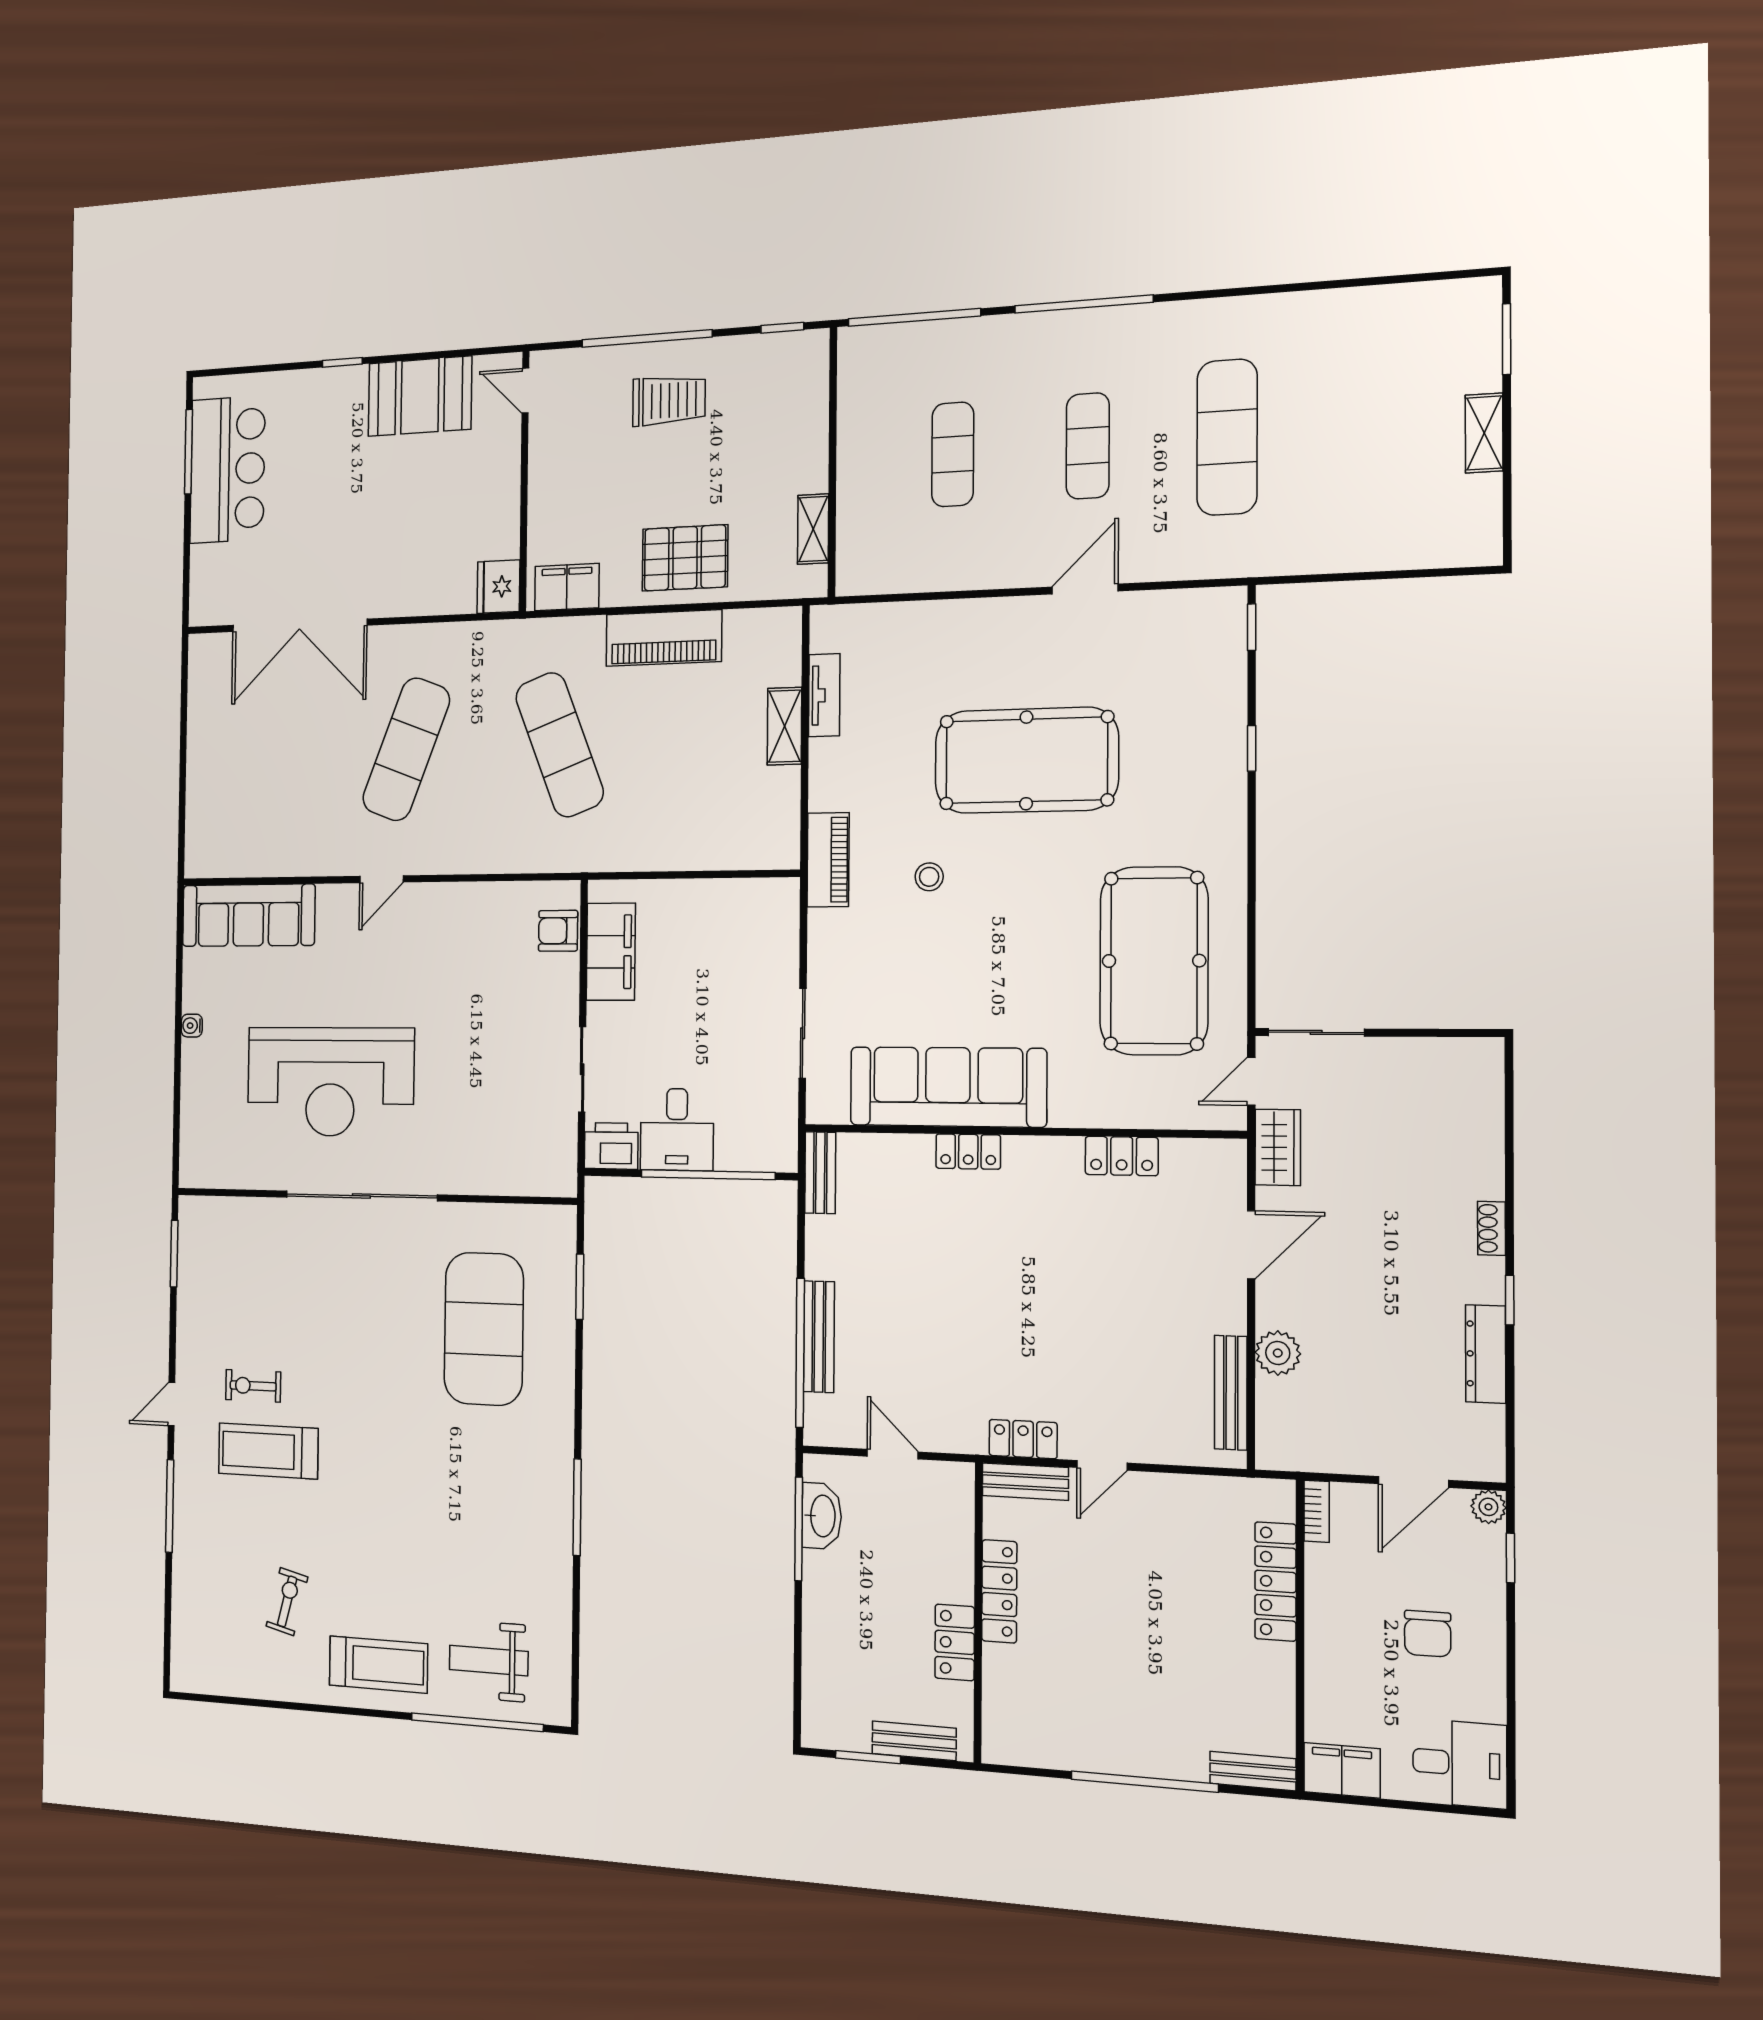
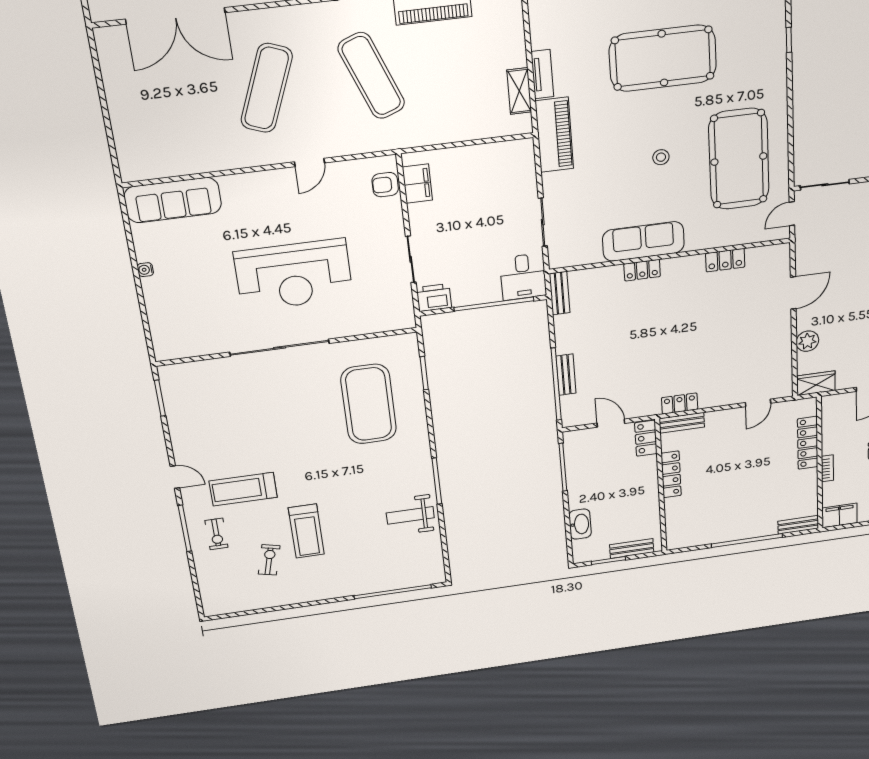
tv unit: (824, 695) -> (542, 74), moved
shelving: (784, 726) -> (519, 91), moved
piano: (828, 860) -> (554, 135), width x1.37, depth x1.33
stool: (929, 877) -> (661, 157), moved
door: (381, 879) -> (309, 162), moved
filing cabinet: (611, 952) -> (417, 184), width x0.67, depth x0.86
reception desk: (330, 1082) -> (294, 275), moved
sofa: (948, 1087) -> (643, 241), width x0.74, depth x0.79
desk: (677, 1129) -> (523, 277), moved
wardrobe: (1278, 1147) -> (816, 383), moved, turned -90
bench: (819, 1337) -> (566, 375), width x0.73
exercise bike: (253, 1386) -> (216, 534), moved, turned -90
bench: (1231, 1393) -> (784, 363), removed
door: (171, 1404) -> (175, 477), swing flipped
door: (1102, 1465) -> (758, 403), moved
bookcase: (1317, 1511) -> (827, 468), moved
washbasin: (822, 1516) -> (580, 524), moved
locker: (955, 1642) -> (646, 438), moved
weight bench: (489, 1661) -> (410, 515), moved
treadmill: (378, 1665) -> (306, 531), moved, turned 90

